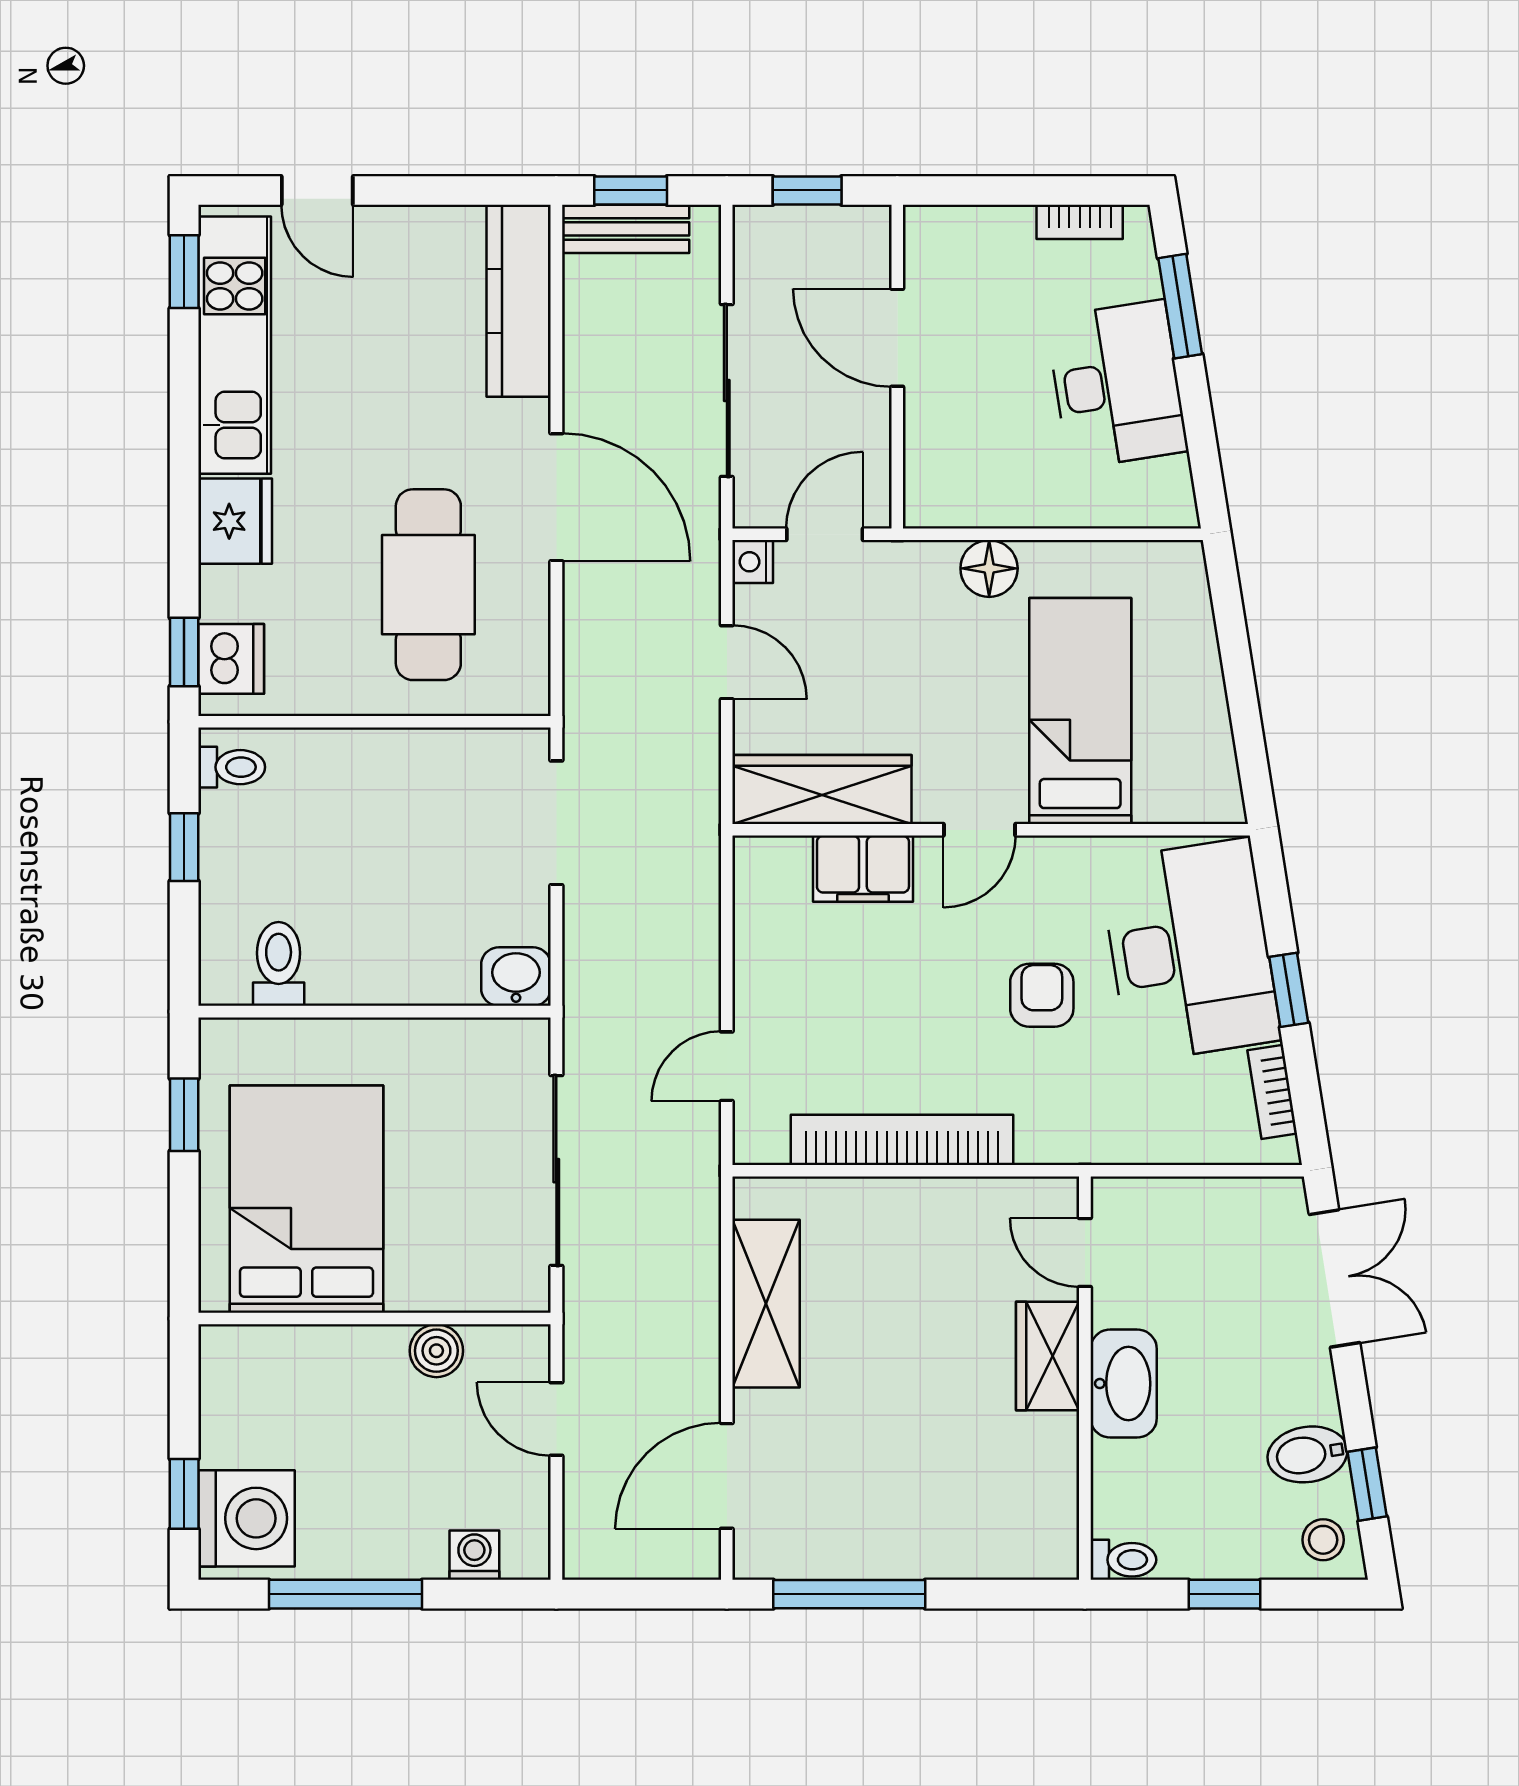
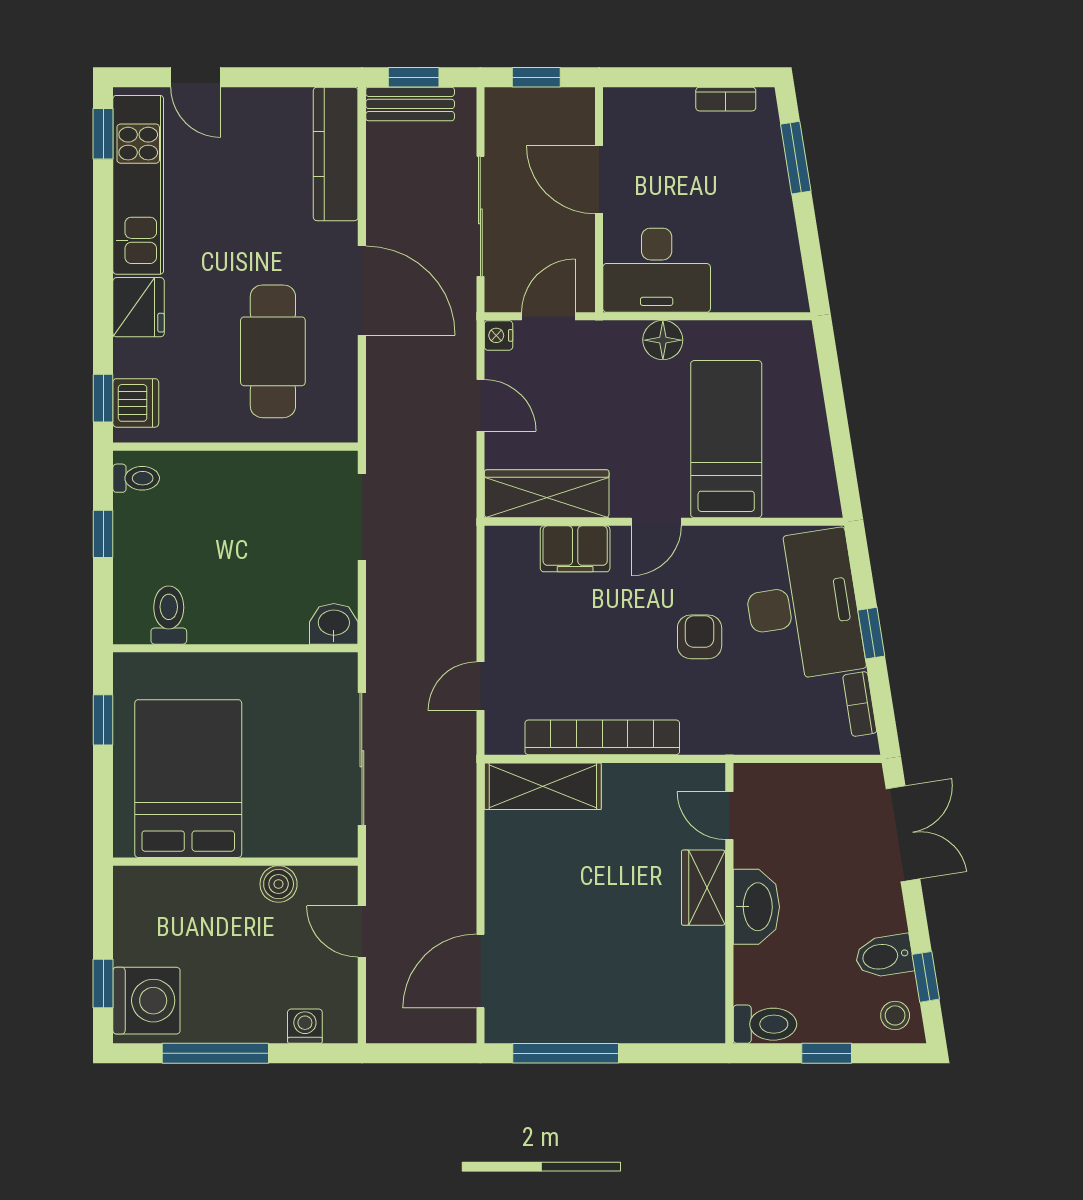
desk: (1117, 384) -> (657, 270), moved, turned 99
shelving: (766, 1304) -> (543, 786), moved, turned 90
toilet: (1123, 1560) -> (765, 1024), width x1.37, depth x1.39

